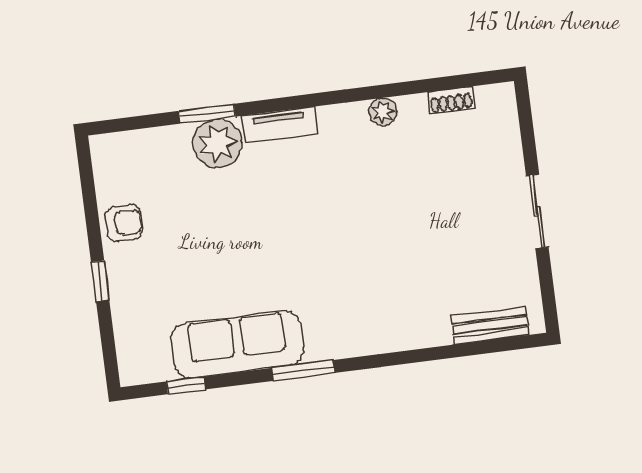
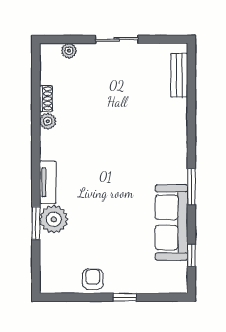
shoe rack: (451, 100) -> (46, 98), moved
plant: (508, 132) -> (69, 51), added

